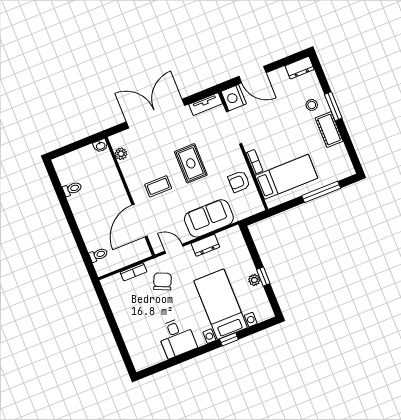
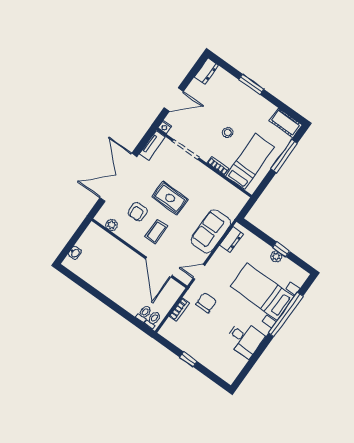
nightstand: (234, 98) -> (165, 127), width x0.53, depth x0.56
stool: (312, 105) -> (228, 132), moved
cot: (329, 130) -> (286, 123), moved
washbasin: (101, 146) -> (75, 253), moved
armchair: (239, 182) -> (138, 212), moved
toilet: (72, 189) -> (153, 320), moved
dresser: (205, 245) -> (232, 240), moved
chair: (162, 281) -> (206, 303), turned 66
window: (112, 323) -> (188, 359), added
window: (229, 339) -> (286, 314), width x3.17

